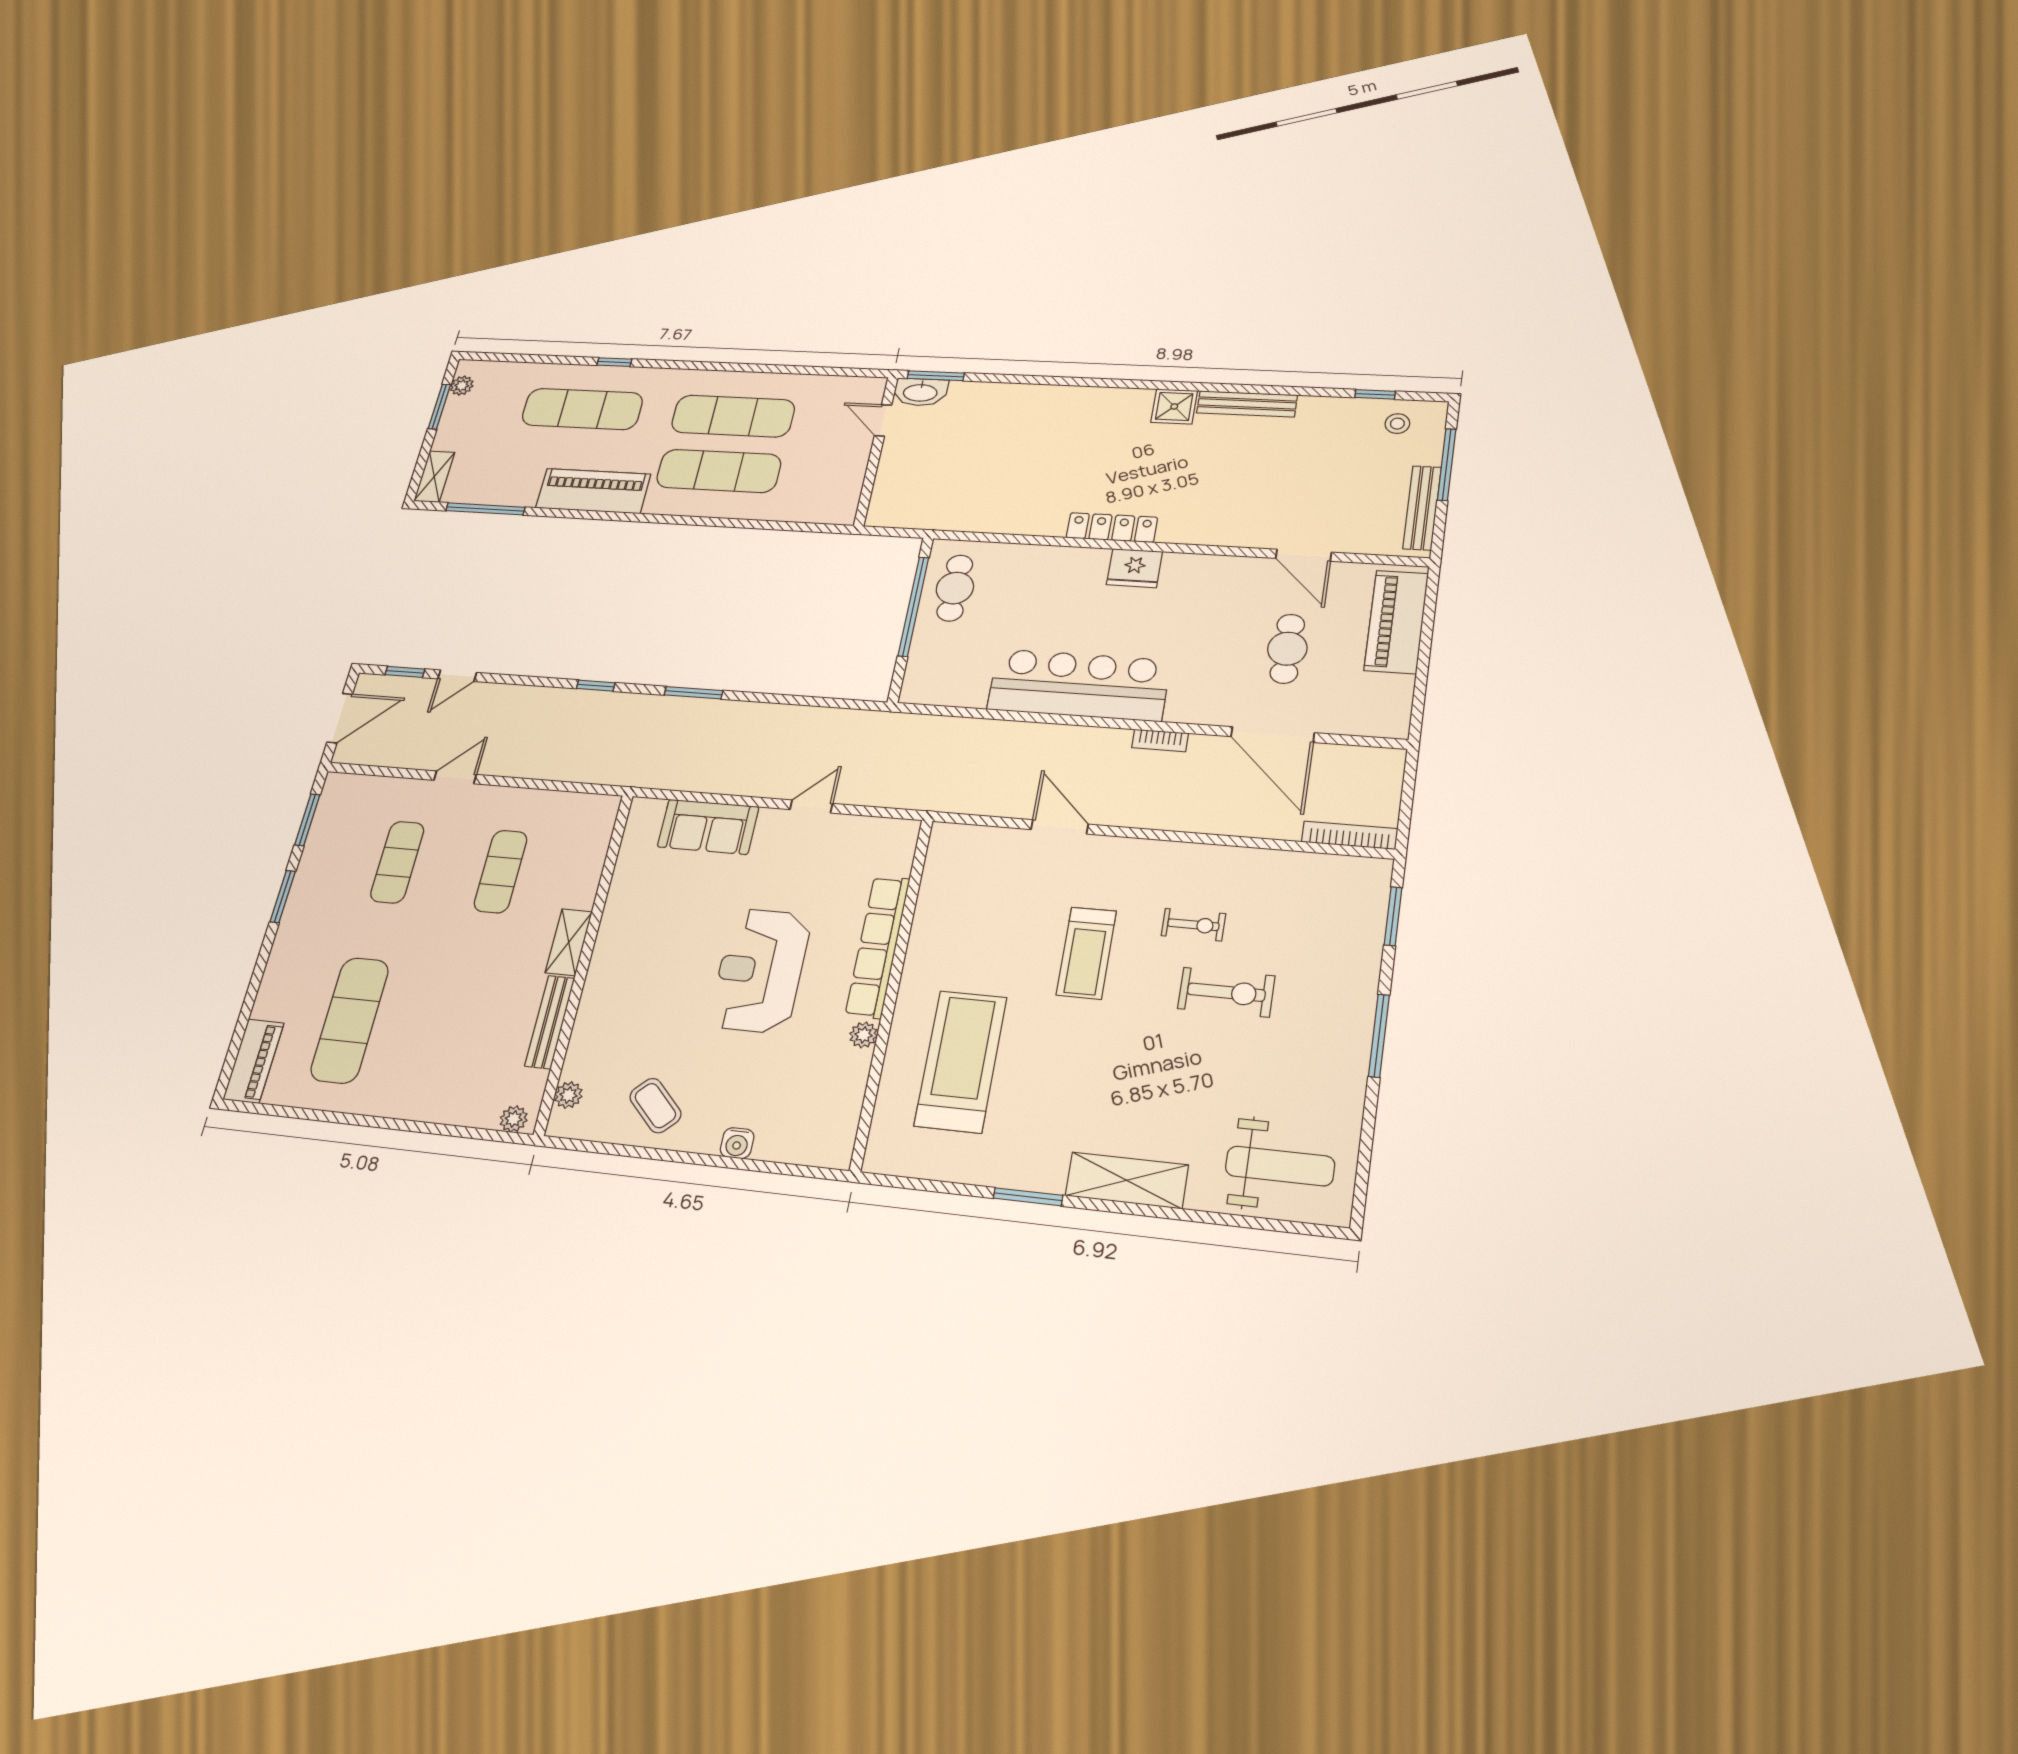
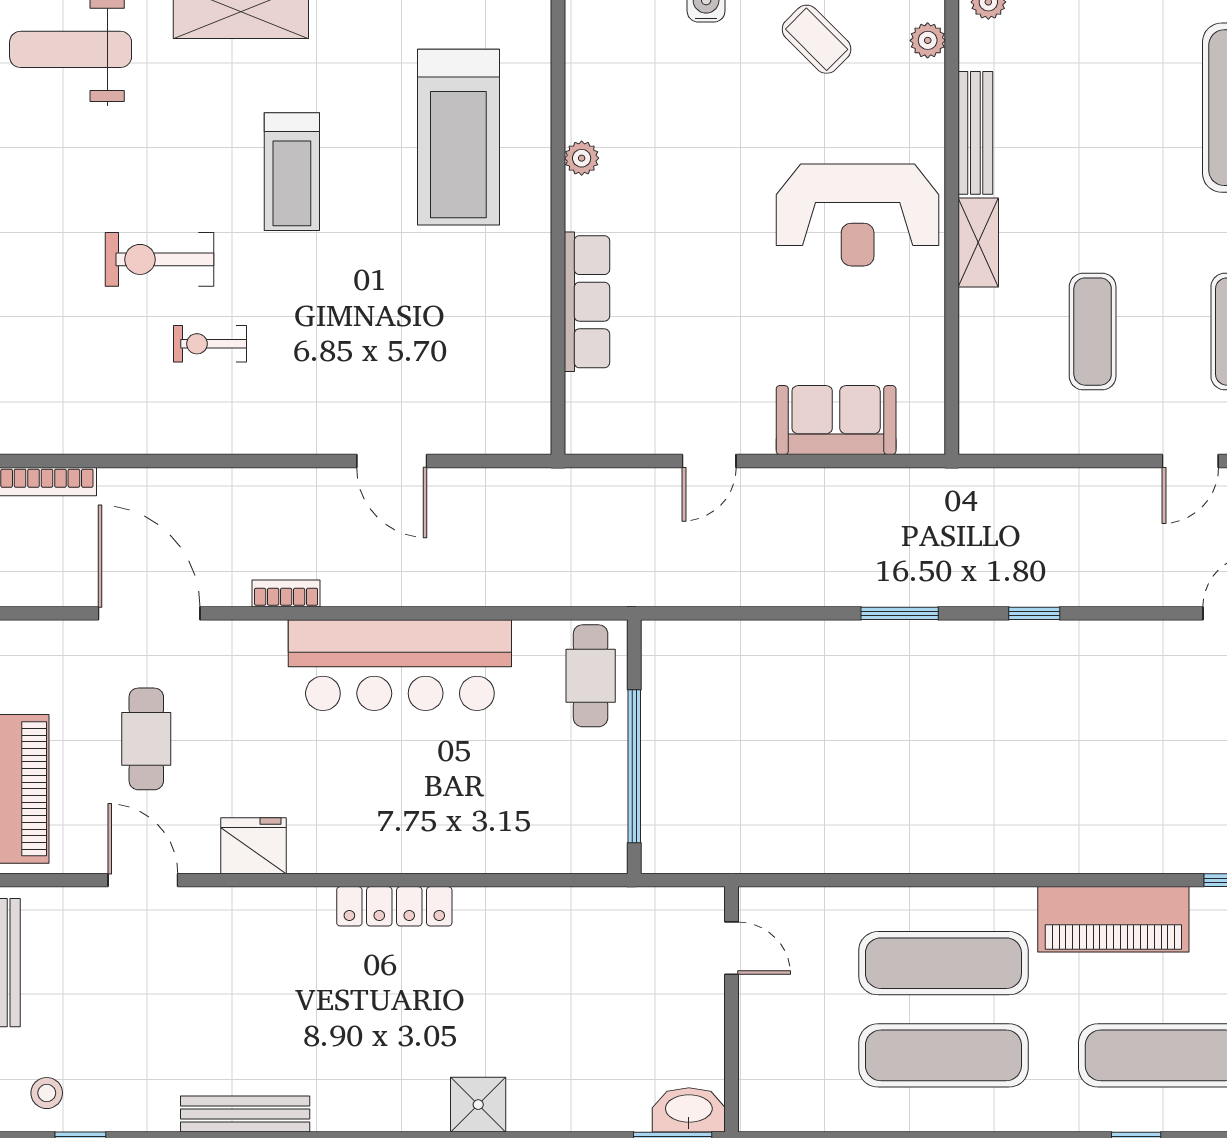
shower: (1174, 406) -> (478, 1105), moved
door: (883, 420) -> (732, 948), moved
fridge: (1135, 568) -> (254, 846), moved
cafe table: (955, 588) -> (591, 676), moved
row of seats: (878, 947) -> (587, 302), width x0.73
treadmill: (1086, 953) -> (292, 172), moved, turned 180
reception desk: (760, 970) -> (858, 215), moved, turned 90

